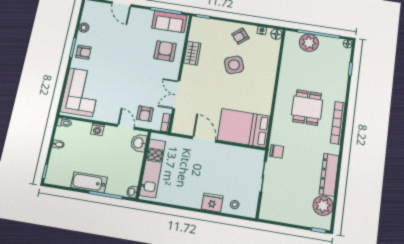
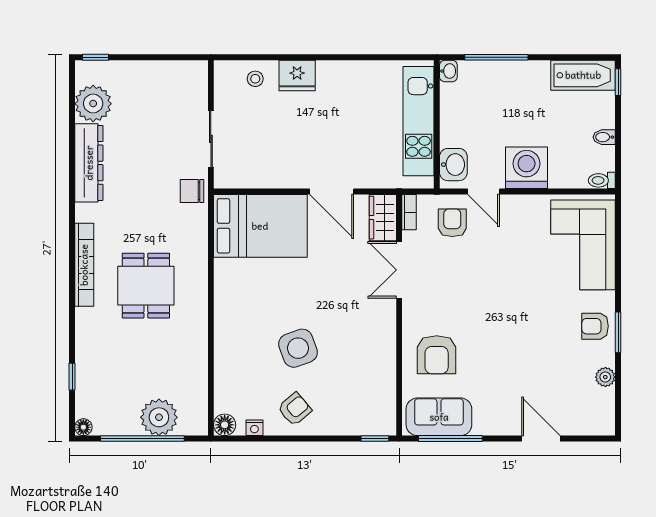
wardrobe: (192, 53) -> (383, 218), moved
double door: (176, 95) -> (399, 270), swing flipped
washing machine: (97, 129) -> (527, 168), width x1.89, depth x1.89
bathtub: (89, 182) -> (583, 75), moved

